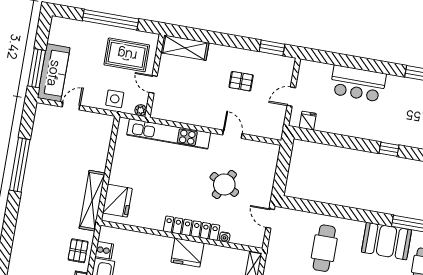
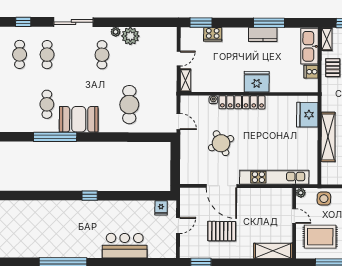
pallet: (241, 81) -> (222, 231), width x1.50, depth x1.42
door: (232, 134) -> (221, 186), width x1.87
round table: (224, 184) -> (221, 143), turned 36
shelving: (92, 201) -> (328, 137), moved
fridge: (187, 253) -> (257, 82), moved

